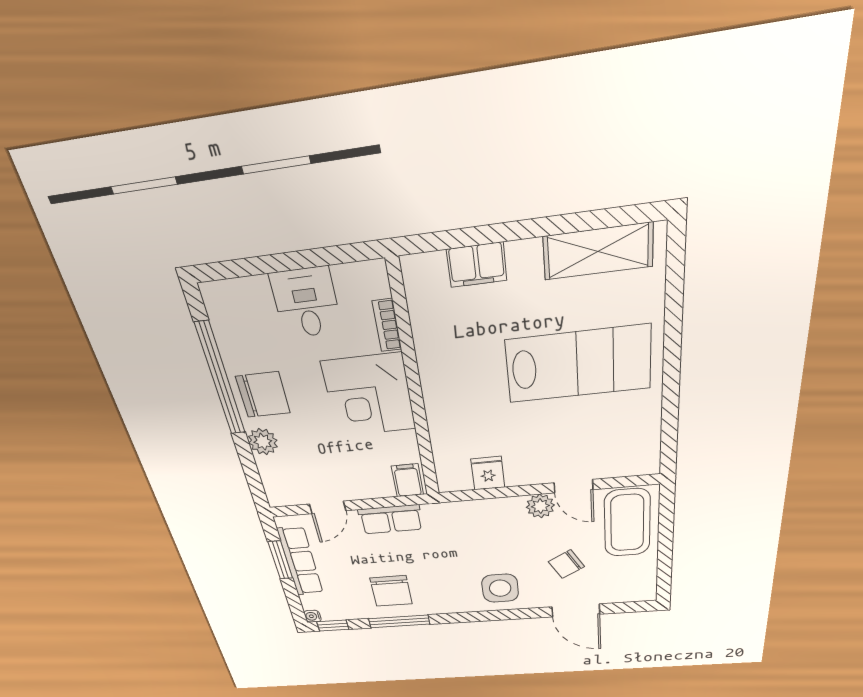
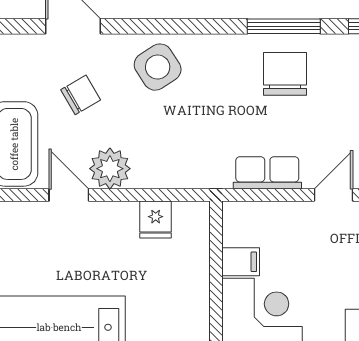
filing cabinet: (407, 480) -> (241, 262), moved, turned -90
plant: (540, 506) -> (110, 169), width x1.36, depth x1.36
side table: (500, 588) -> (158, 67), turned -33

